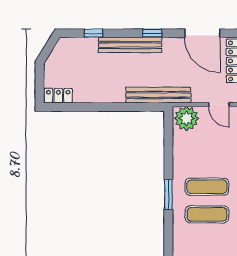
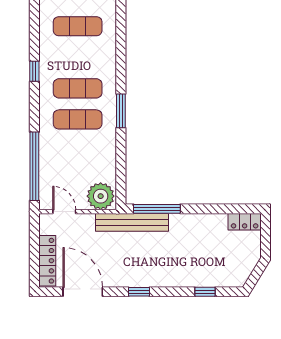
bench: (130, 45) -> (164, 279), removed
window: (136, 107) -> (157, 209), added

